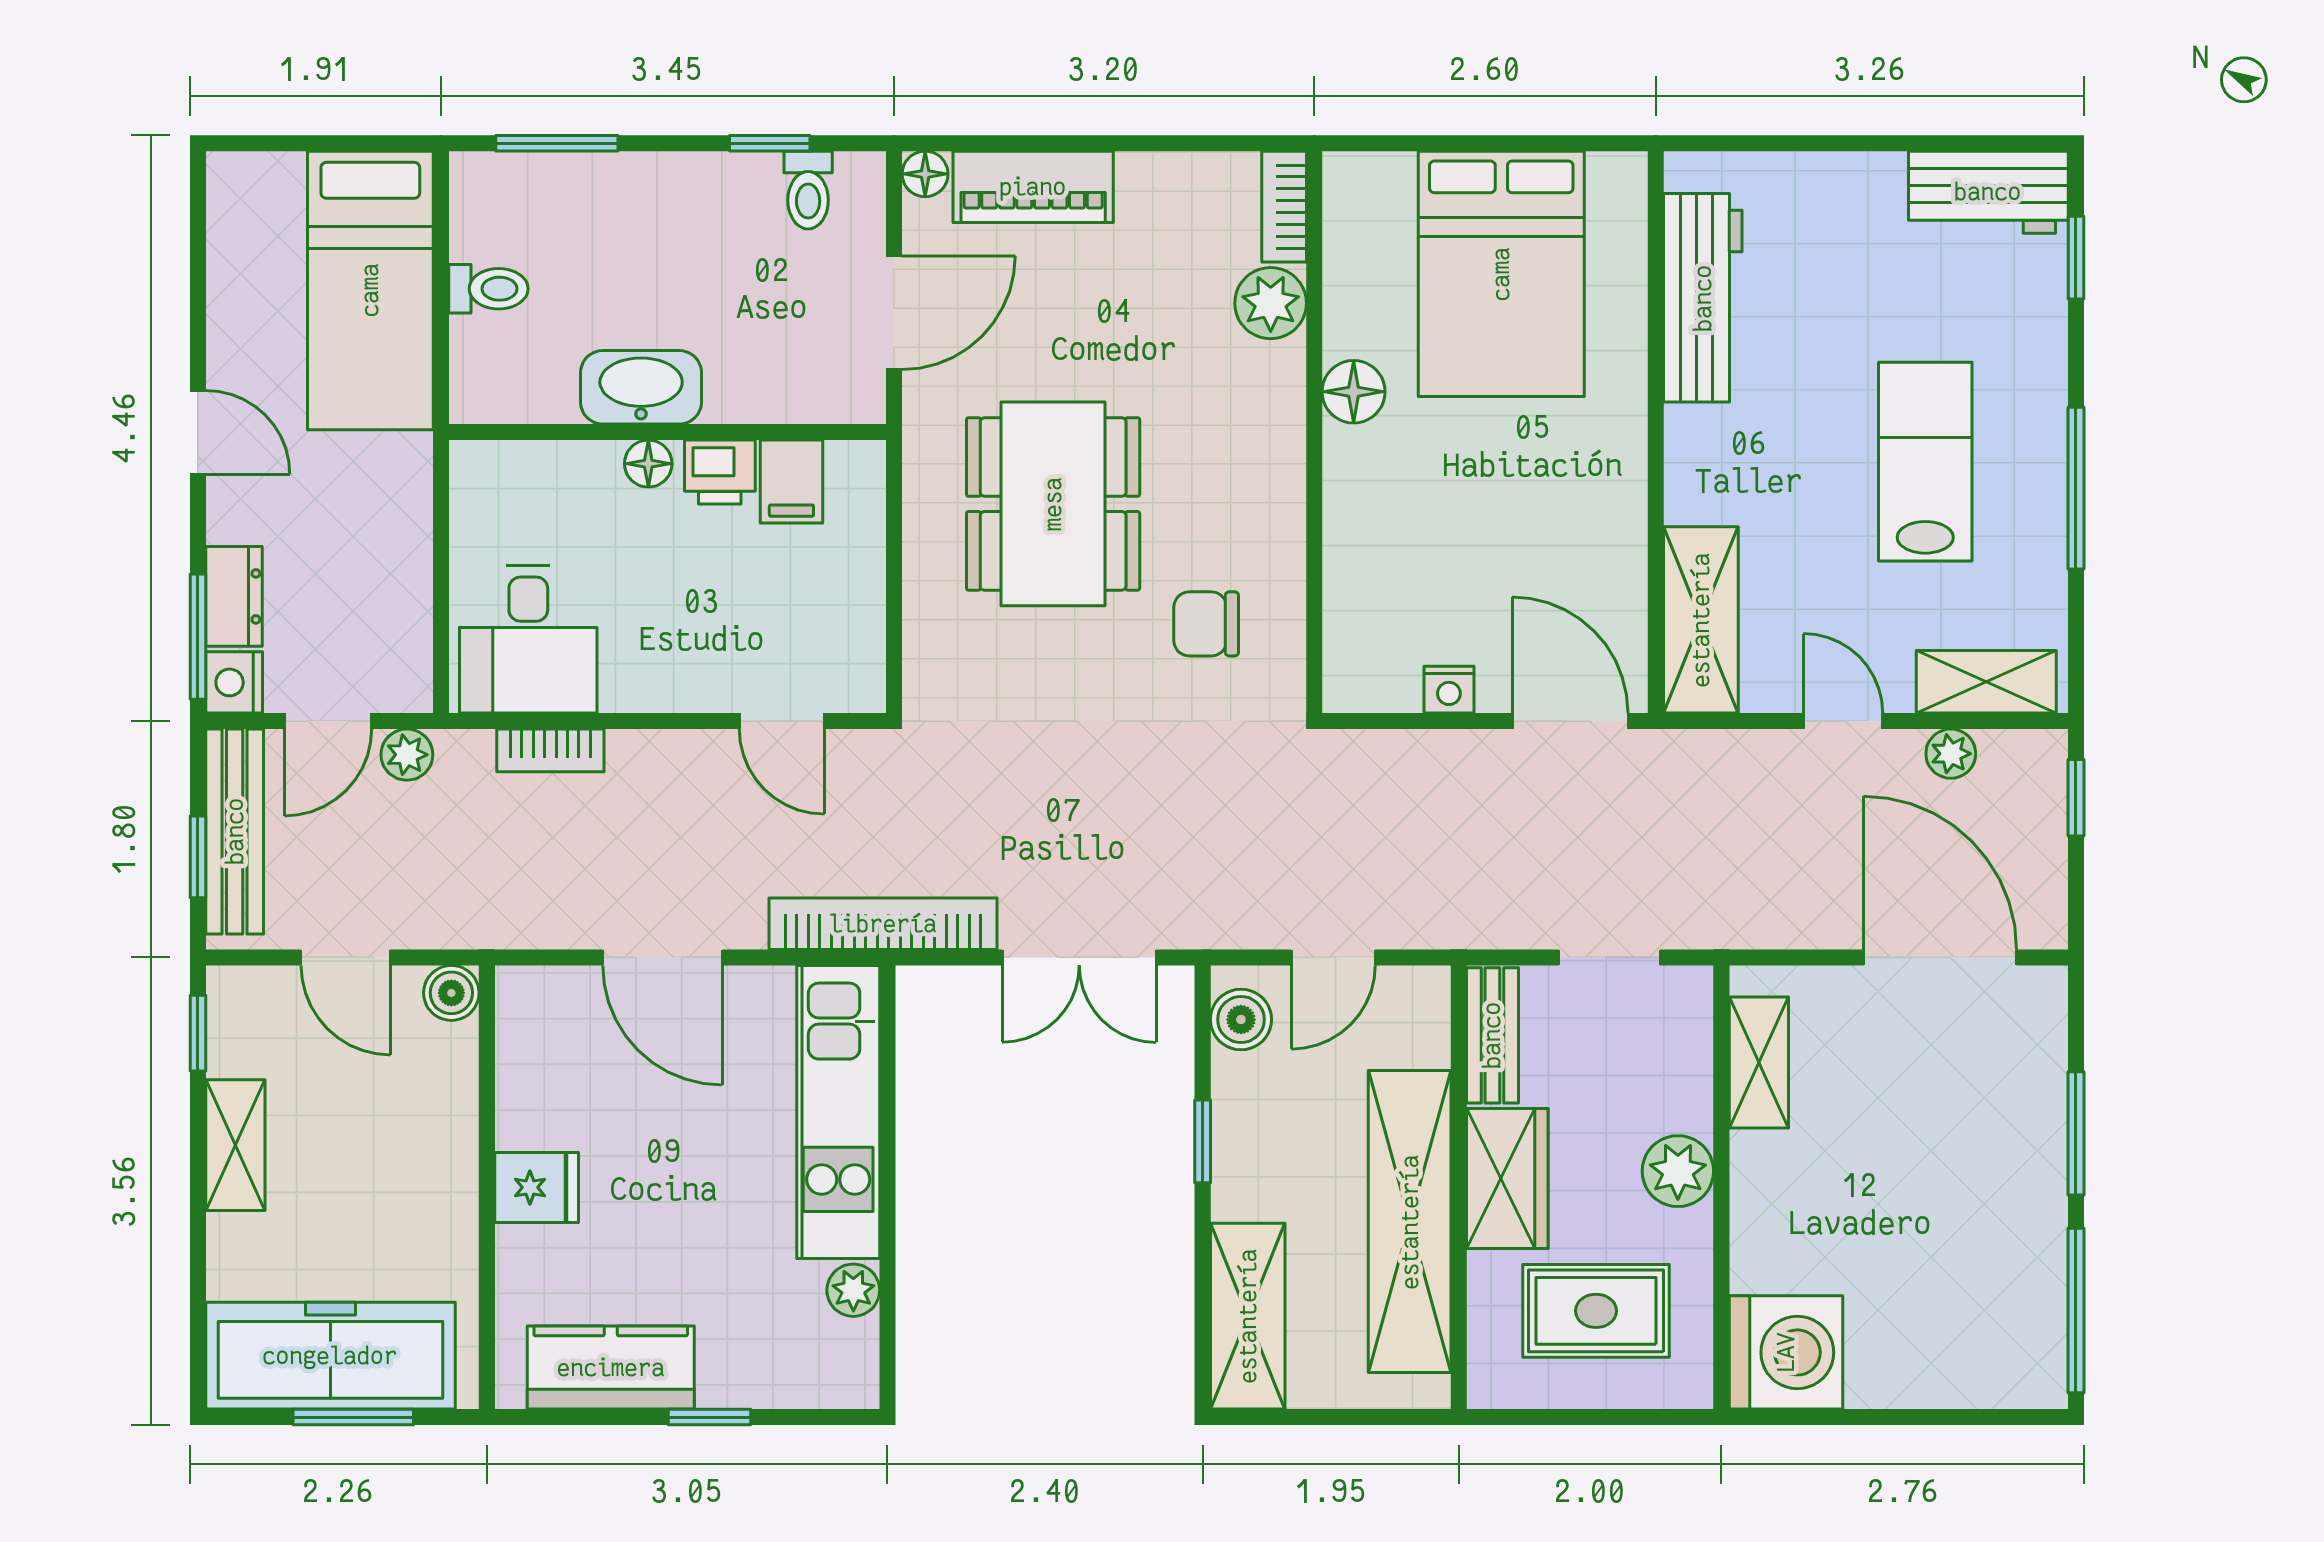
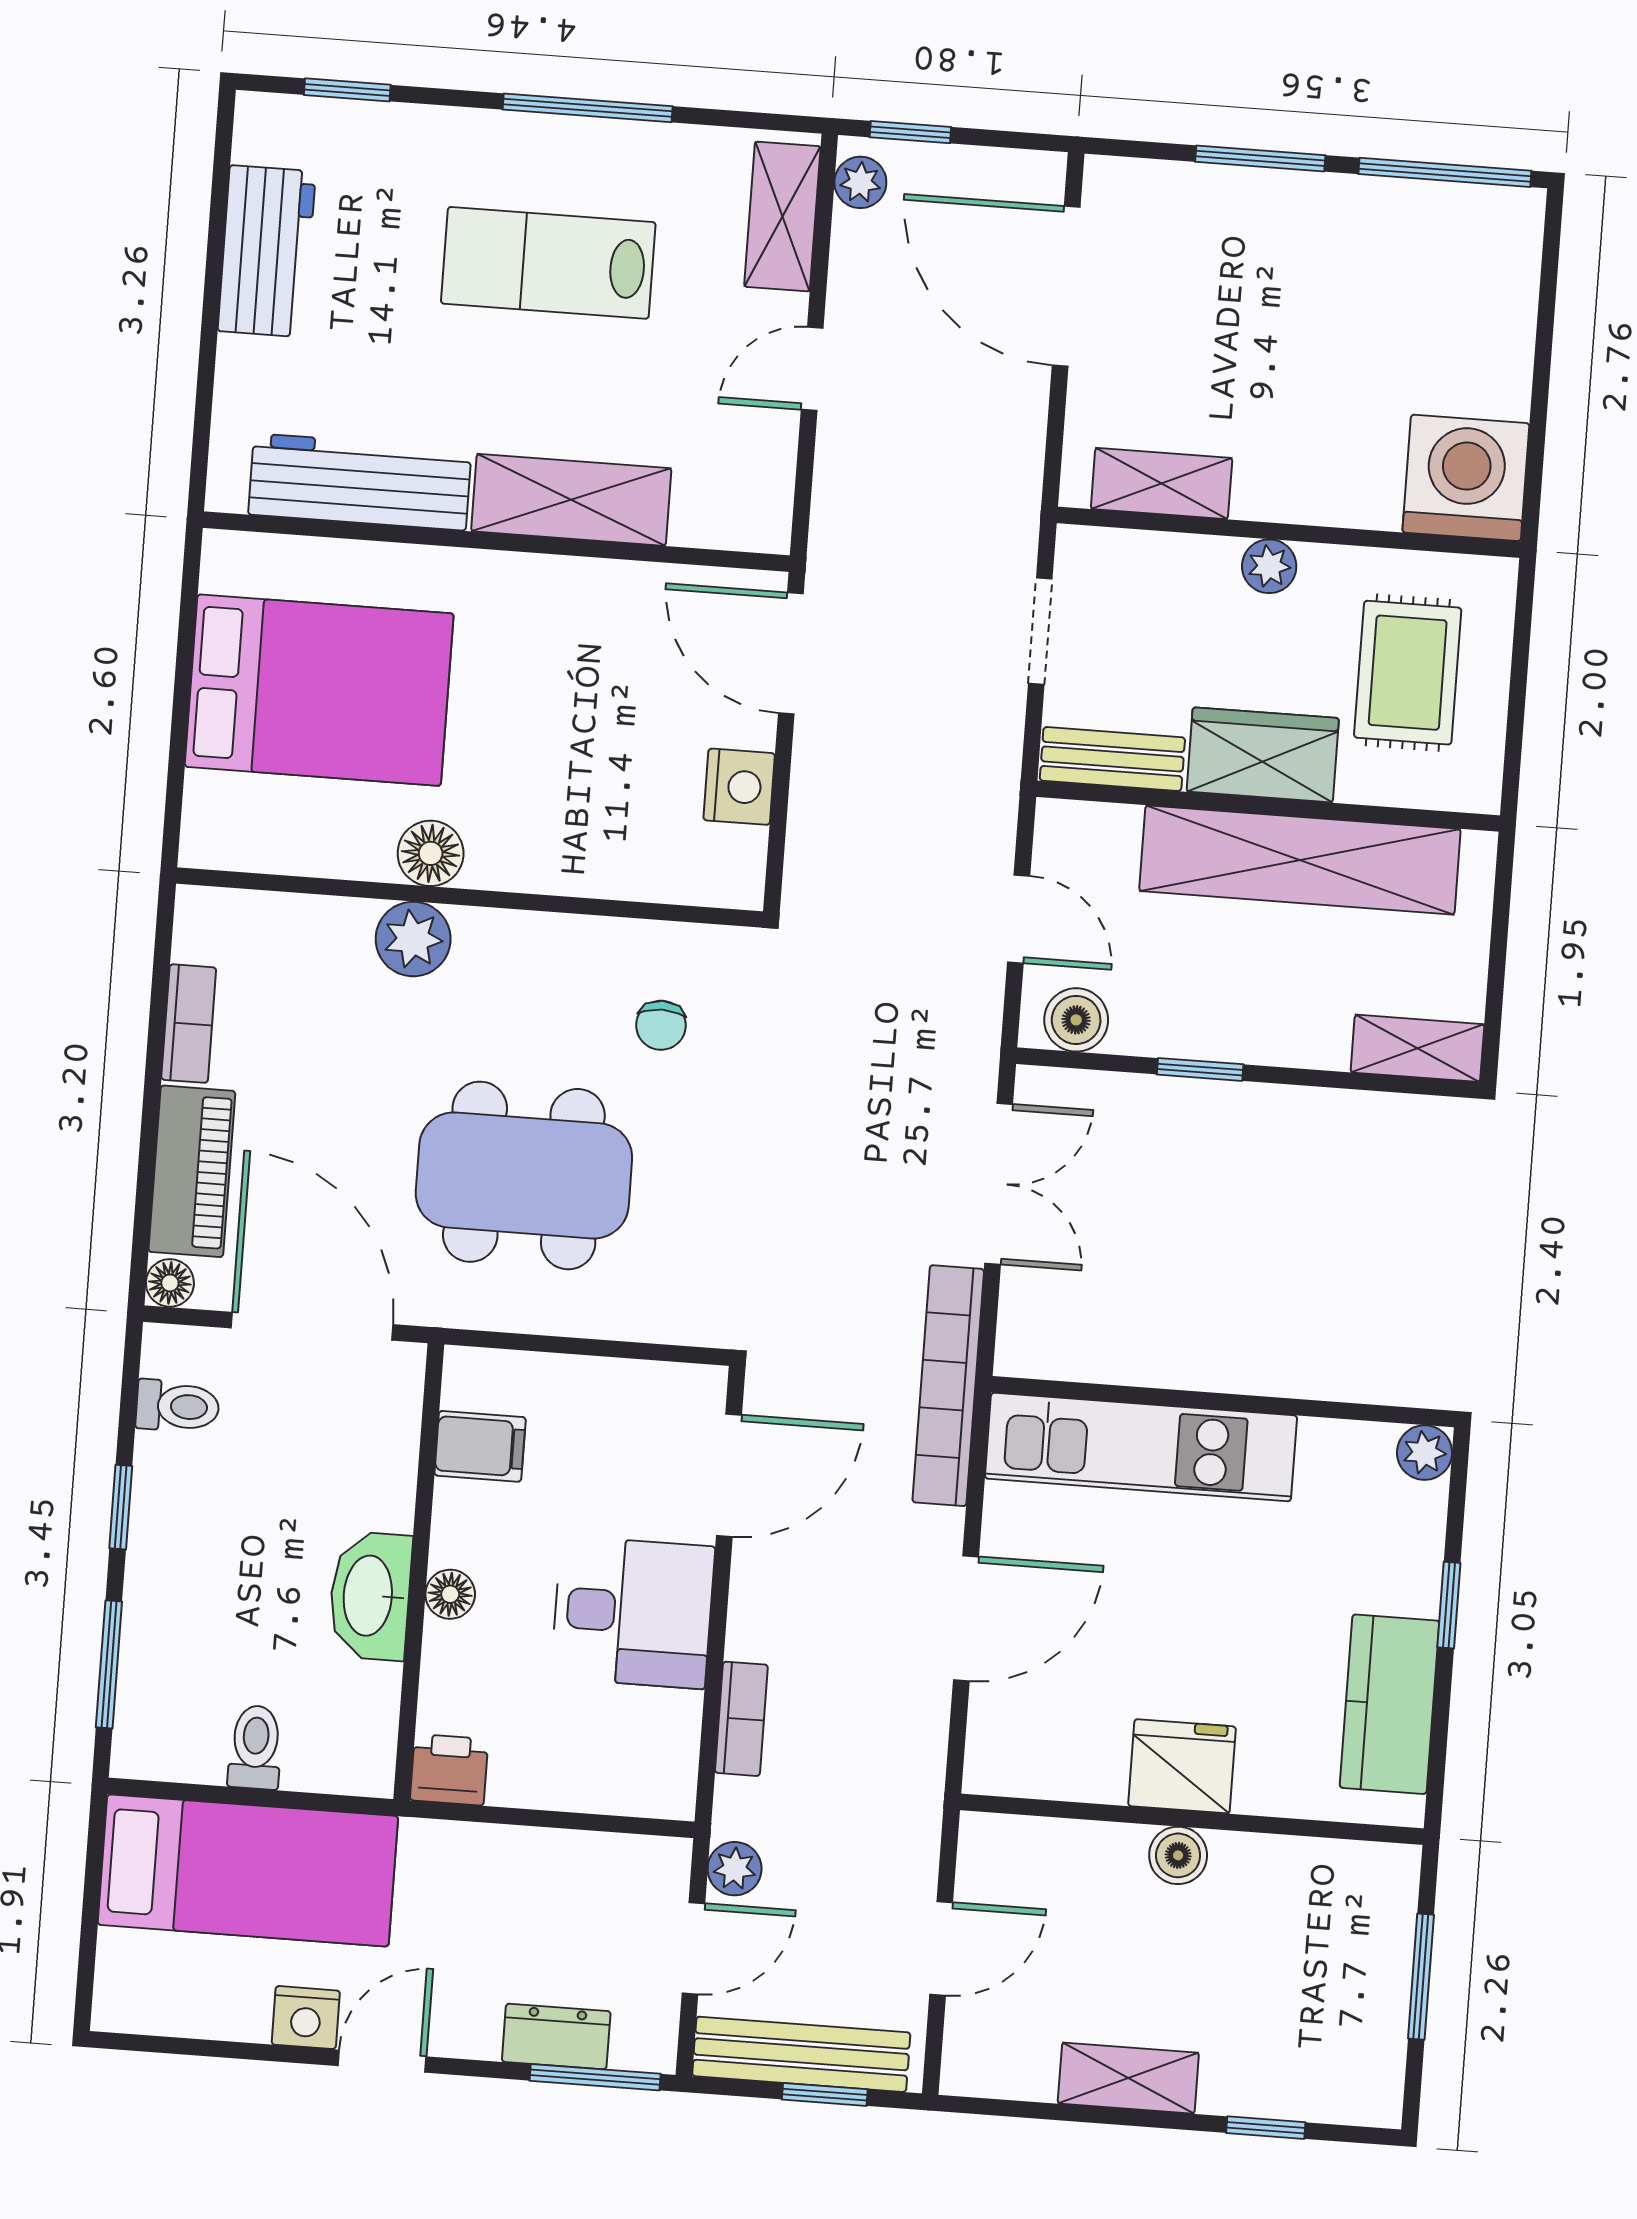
window: (770, 143) -> (121, 1507), moved
workbench: (1988, 192) -> (267, 251), moved
bookcase: (1284, 207) -> (189, 1024), moved, turned -90
plant: (1271, 303) -> (413, 939), moved
door: (894, 313) -> (312, 1326), width x1.36
printer: (720, 472) -> (449, 1770), moved, turned -90
shelving: (1701, 620) -> (571, 500), moved
chair: (1206, 624) -> (661, 1025), width x0.73, depth x0.73
desk: (528, 639) -> (633, 1612), moved
nightstand: (234, 682) -> (306, 2018), moved
nightstand: (1449, 690) -> (739, 787), width x1.39, depth x1.35
door: (328, 721) -> (693, 1948), hinge flipped
door: (782, 721) -> (729, 1475), width x1.38
door: (1570, 721) -> (791, 653), hinge flipped
plant: (1951, 754) -> (860, 182), moved
door: (1940, 957) -> (1066, 286), hinge flipped
boiler: (451, 993) -> (1178, 1855), moved
window: (198, 1033) -> (1266, 2128), moved
plant: (1678, 1171) -> (1269, 566), width x0.73, depth x0.73
fridge: (537, 1187) -> (1182, 1766), width x1.38
plant: (853, 1290) -> (1425, 1453), moved
shelving: (1248, 1316) -> (1417, 1048), width x0.67, depth x0.75
freezer: (330, 1356) -> (1355, 1995), removed

